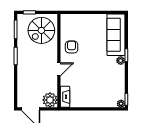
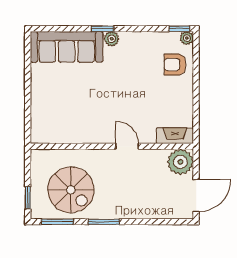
spiral stairs: (41, 30) -> (71, 190), moved
armchair: (72, 47) -> (175, 65), moved

